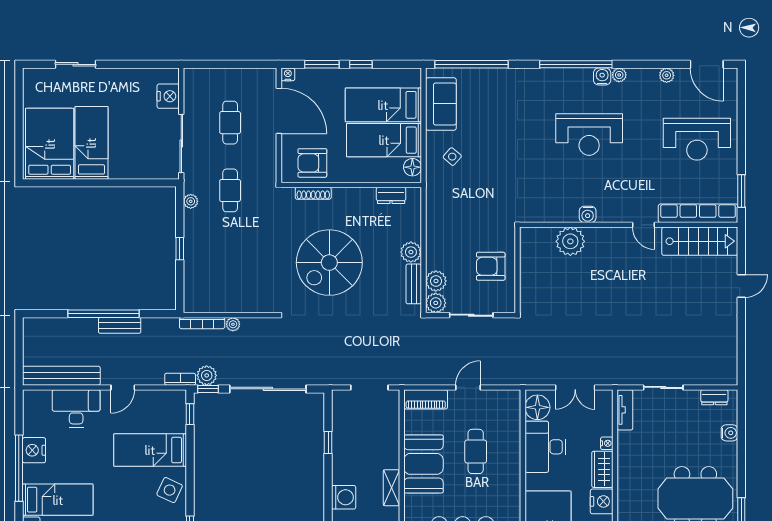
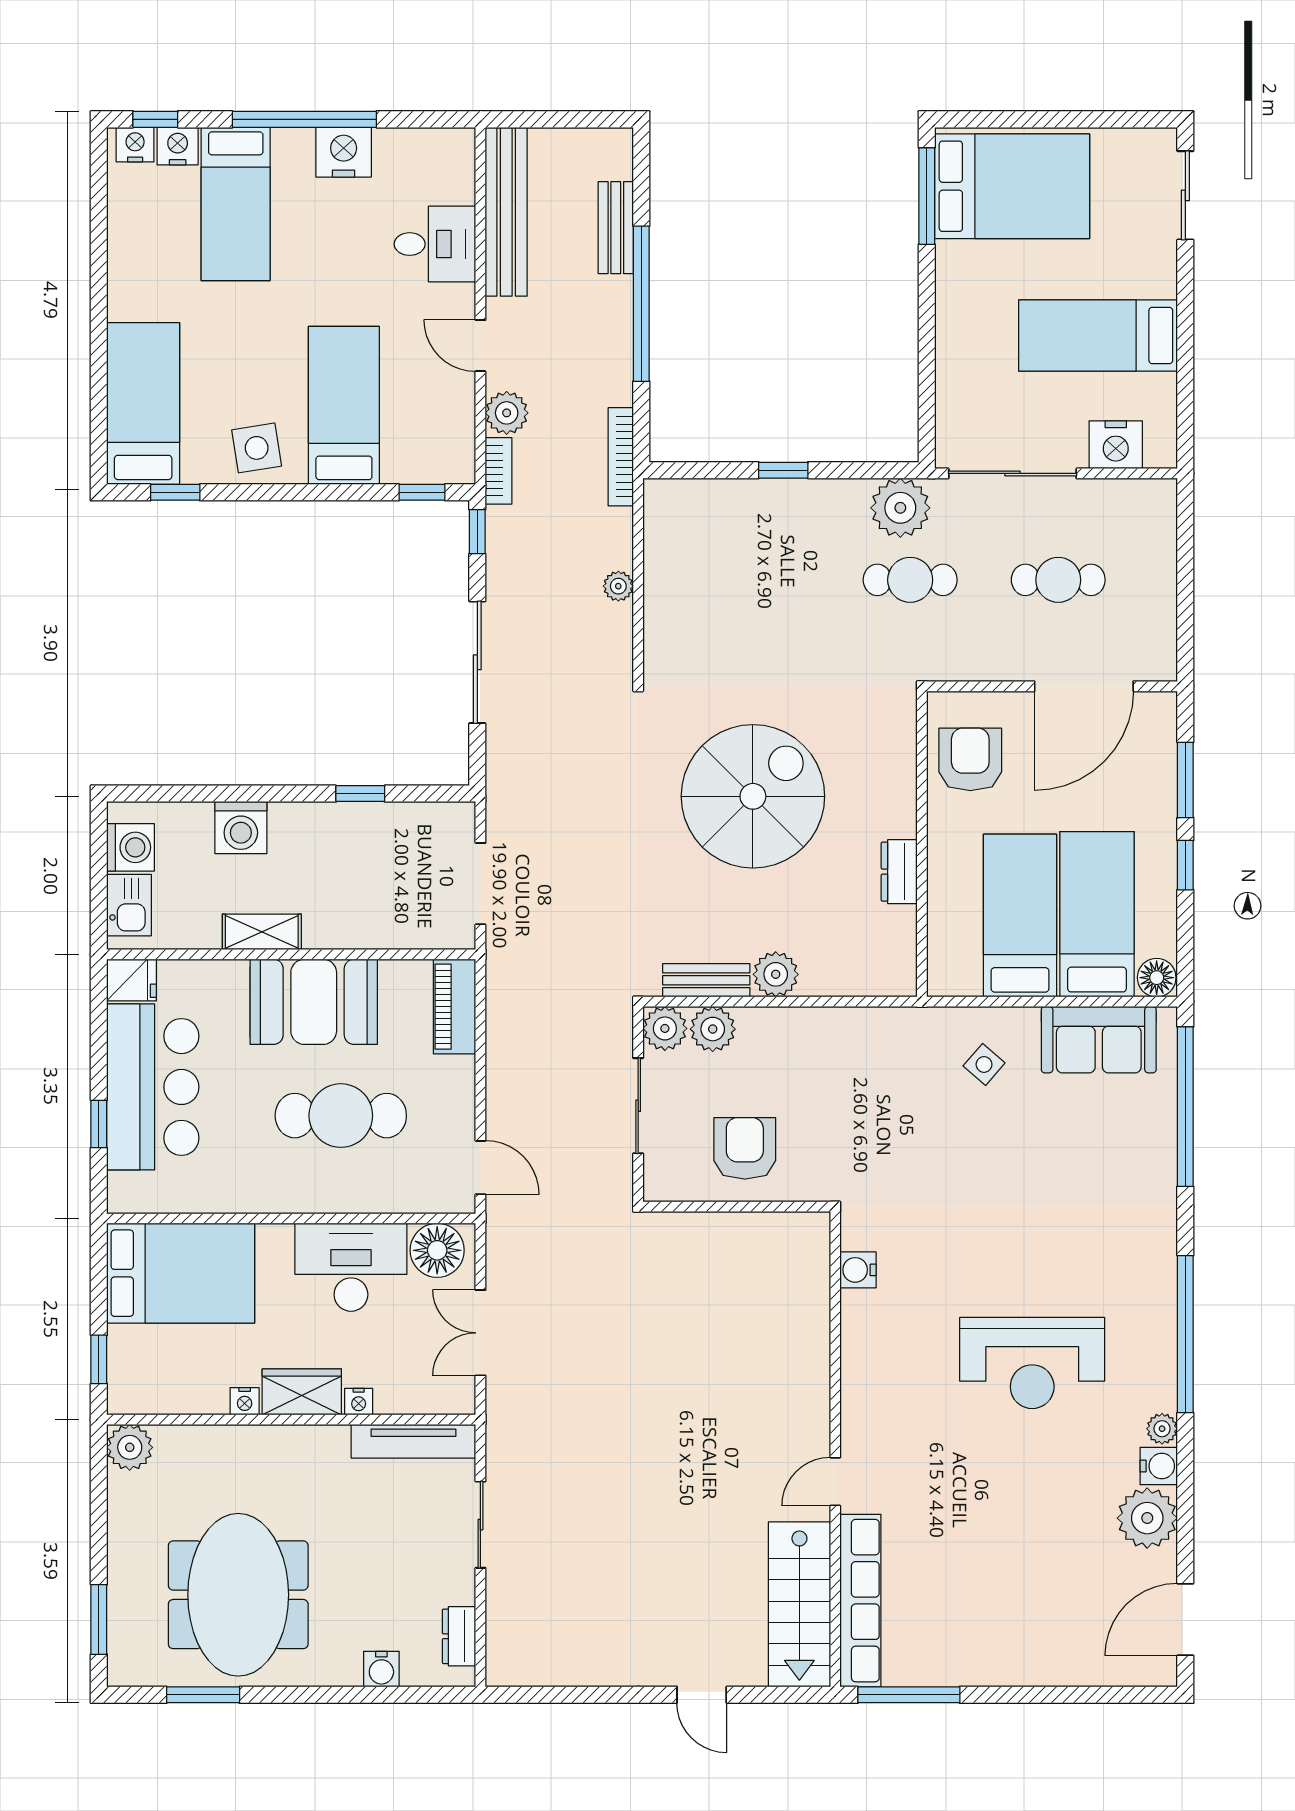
sliding door: (75, 64) -> (1185, 195), moved
nightstand: (288, 74) -> (1163, 706), removed
plant: (667, 75) -> (1147, 1518), width x1.88, depth x1.88
water cooler: (602, 76) -> (1159, 1466), moved
reception desk: (589, 135) -> (1032, 1363), turned -90
reception desk: (697, 139) -> (1022, 1598), removed
bed: (91, 143) -> (1098, 336), moved, turned 180
floor lamp: (412, 167) -> (1157, 978), moved
window: (54, 183) -> (927, 196), added
window: (741, 191) -> (909, 1695), width x1.44
shoe rack: (313, 193) -> (904, 761), removed
dresser: (391, 195) -> (899, 872), moved
plant: (191, 201) -> (900, 508), width x1.87, depth x1.87
water cooler: (588, 214) -> (858, 1270), moved
plant: (570, 241) -> (799, 1322), removed
spiral stairs: (329, 263) -> (753, 796), turned 90
bookcase: (202, 323) -> (621, 457), moved
bench: (120, 325) -> (616, 228), moved
plant: (207, 375) -> (507, 413), moved
door: (468, 387) -> (480, 1168), moved
sliding door: (268, 389) -> (477, 662), width x0.73
desk: (76, 408) -> (435, 244), width x0.73
tv unit: (625, 410) -> (413, 1441), width x1.41
cafe table: (476, 451) -> (341, 1116), width x1.37, depth x1.35
side table: (170, 490) -> (257, 448), turned -34
nightstand: (602, 501) -> (245, 1401), width x0.53, depth x0.56

